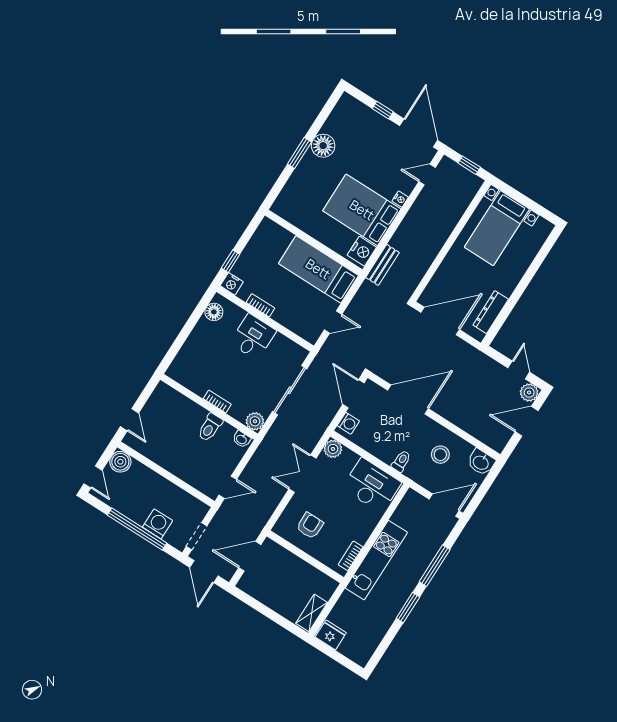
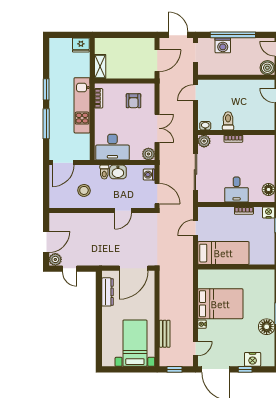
nightstand: (362, 251) -> (253, 359), moved, turned -90
bench: (382, 265) -> (165, 334), moved
door: (408, 399) -> (123, 211), width x0.53
washbasin: (481, 462) -> (118, 172), moved, turned 180
shelving: (312, 613) -> (100, 66), moved

